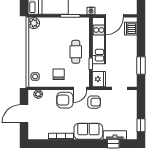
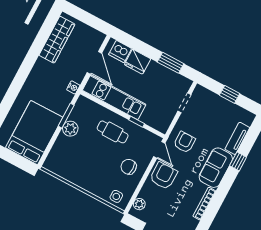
plant: (34, 23) -> (70, 129), moved
fridge: (99, 79) -> (138, 62), moved, turned 180
armchair: (65, 100) -> (163, 176), turned 180
window: (141, 125) -> (230, 94), moved
window: (113, 144) -> (238, 161), moved

